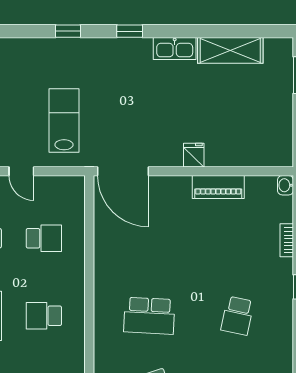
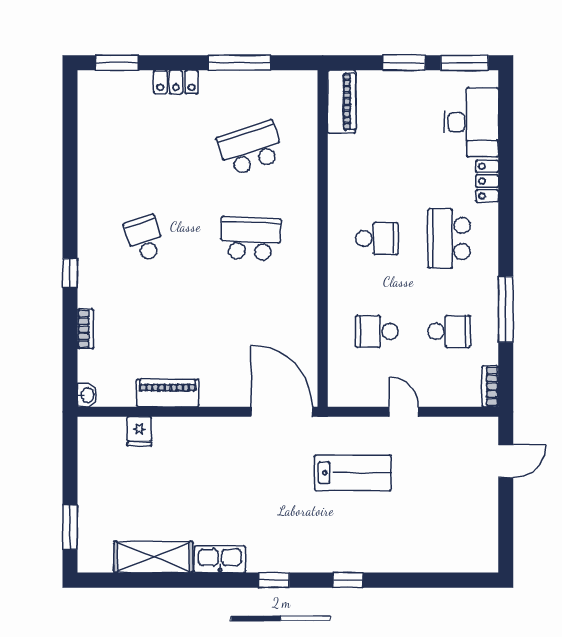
lab bench: (64, 120) -> (353, 473), turned -90
fridge: (194, 155) -> (139, 431), moved
school desk: (237, 316) -> (145, 238), turned -30

